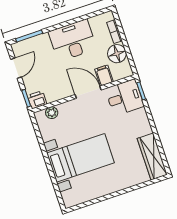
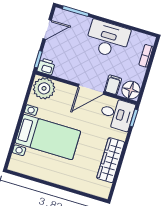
floor lamp: (117, 54) -> (131, 90), moved
door: (88, 92) -> (91, 89), swing flipped
plant: (52, 113) -> (44, 88), width x1.88, depth x1.88
wardrobe: (152, 156) -> (111, 160), moved

